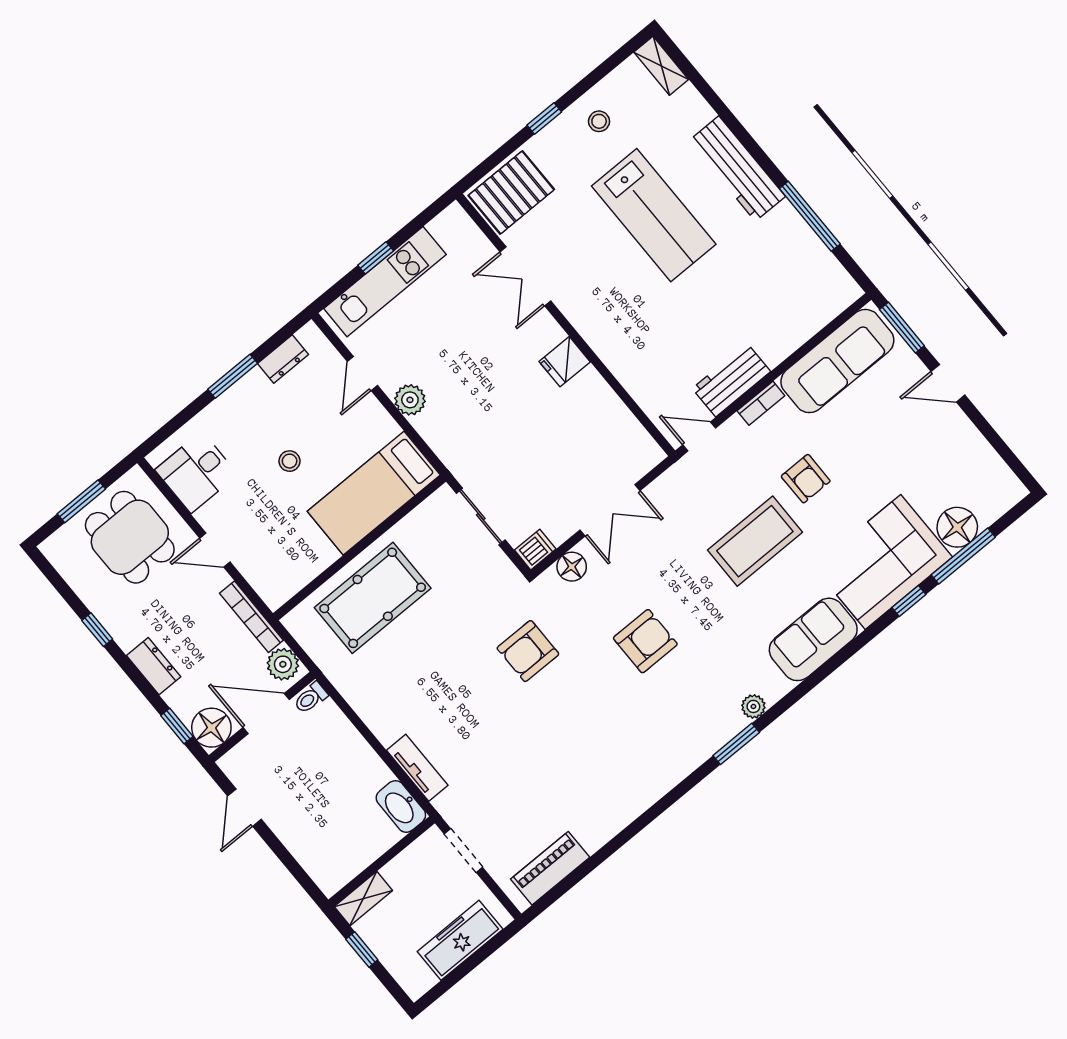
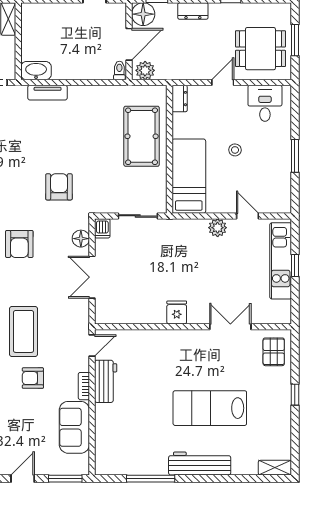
stool: (599, 121) -> (273, 418), removed
pallet: (511, 192) -> (274, 352), width x0.67, depth x0.71
dresser: (283, 359) -> (180, 99), moved, turned 180
sofa: (837, 361) -> (74, 427), width x0.73
bookcase: (251, 617) -> (179, 74), removed

